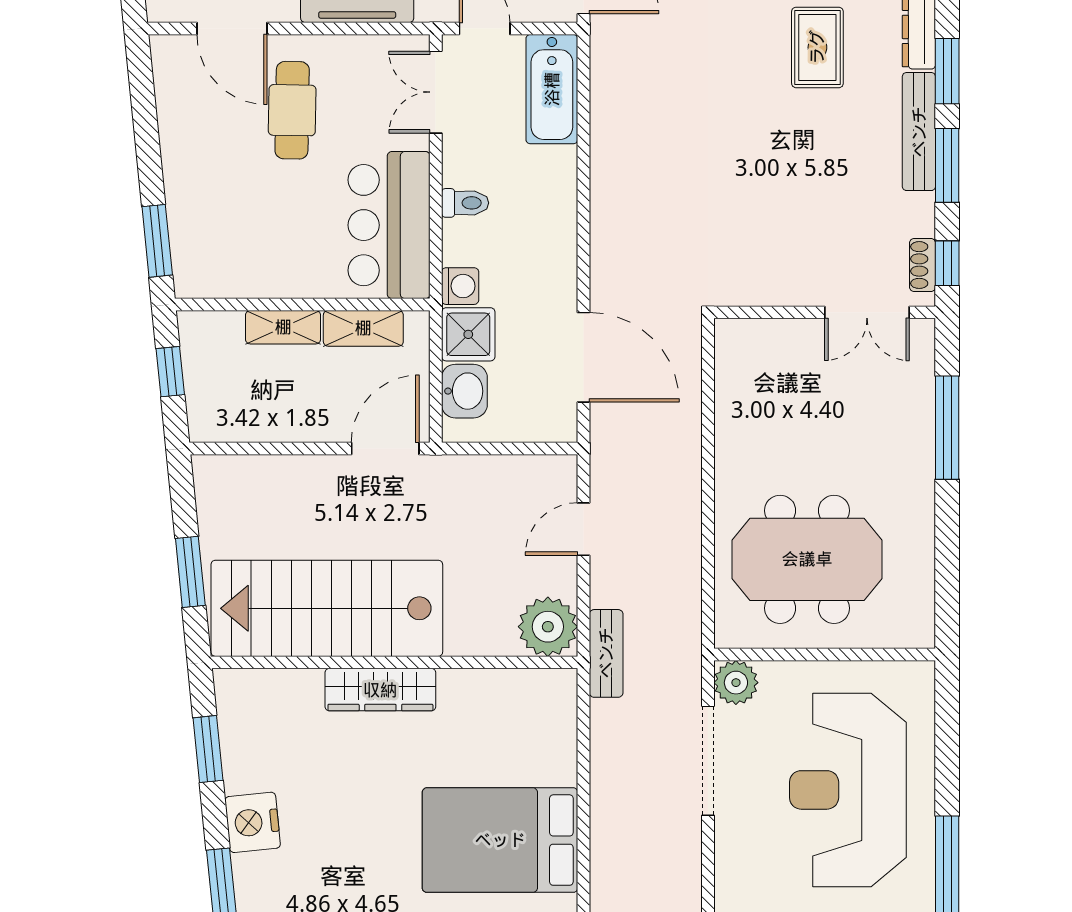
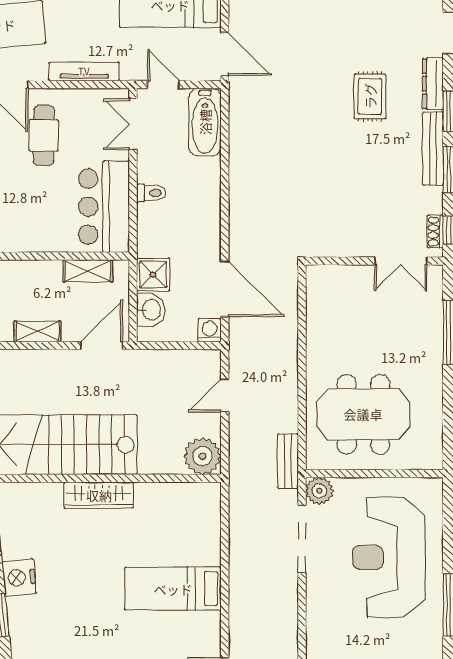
washing machine: (460, 286) -> (210, 330), moved, turned -90
shelving: (283, 327) -> (37, 331), moved
bench: (606, 653) -> (288, 461), moved
bed: (500, 840) -> (173, 589), width x0.67

